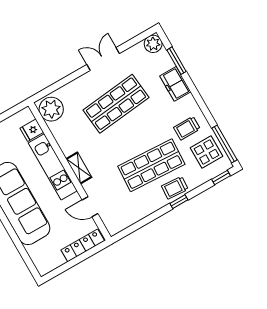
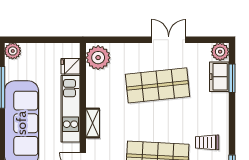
freezer: (175, 84) -> (219, 77), moved

